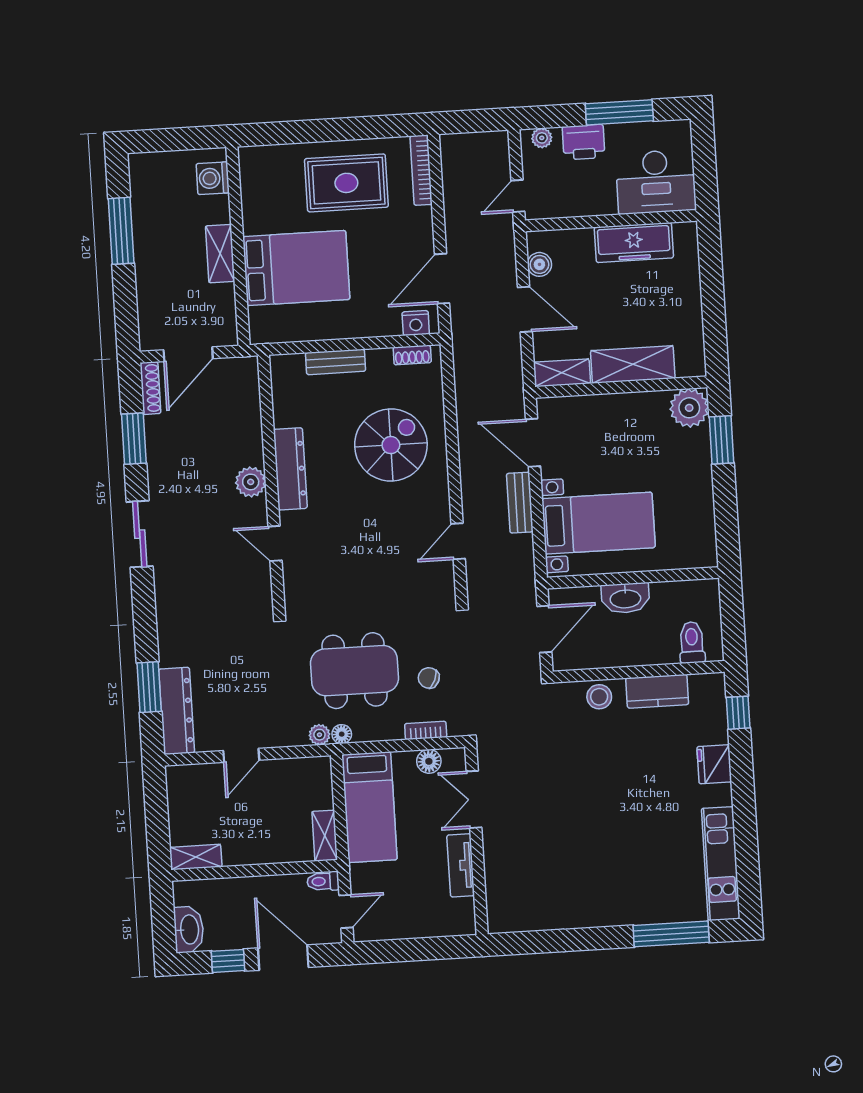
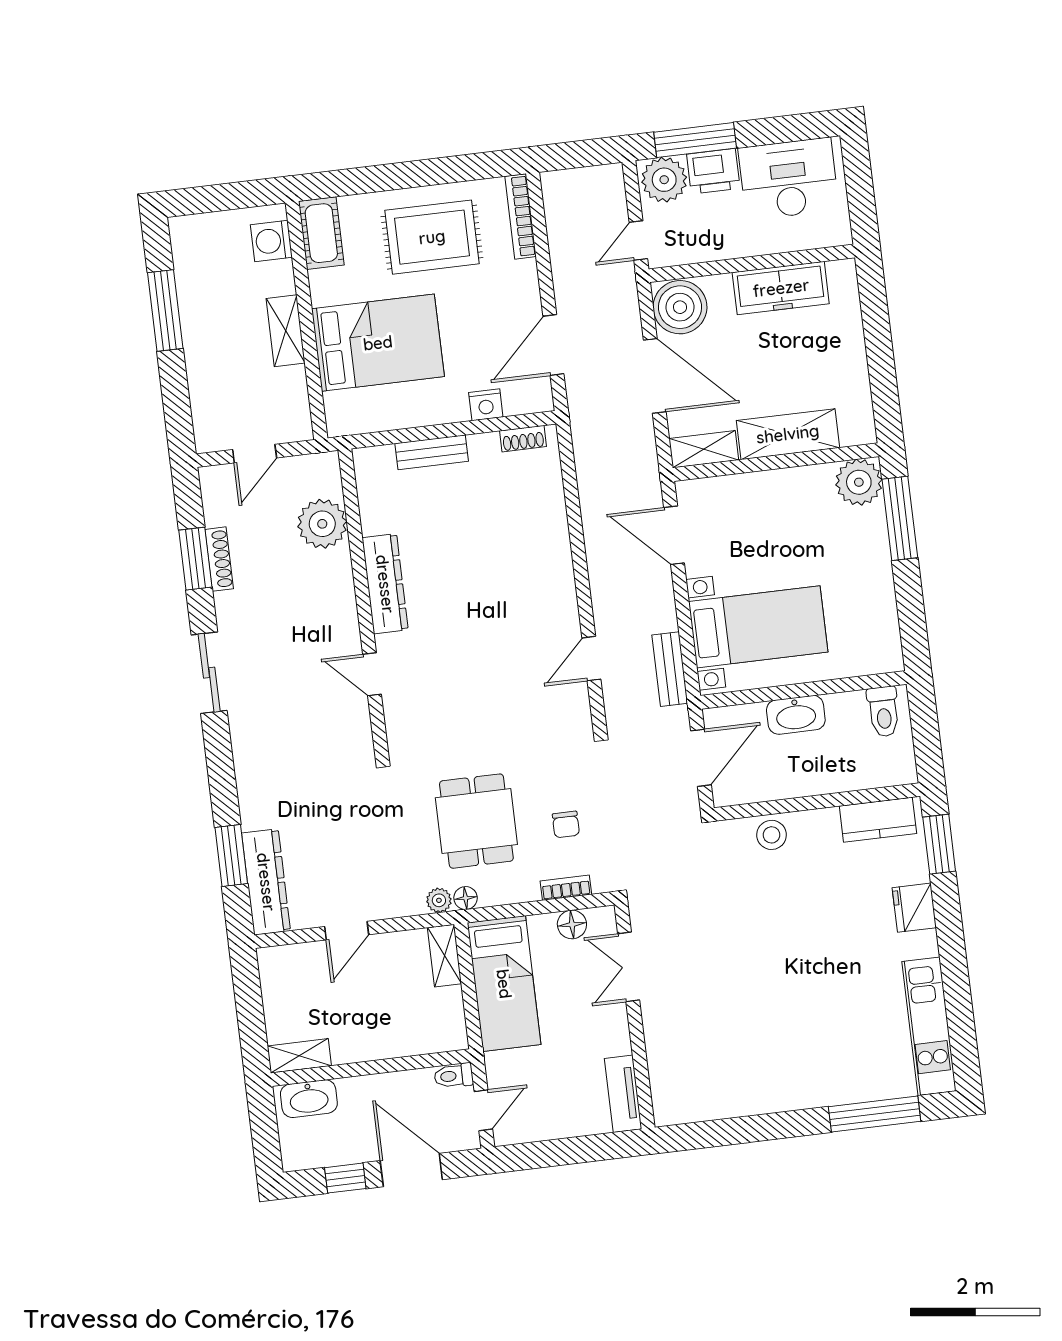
window: (619, 112) -> (695, 140), moved
plant: (542, 138) -> (664, 180), width x1.88, depth x1.88
cot: (255, 174) -> (321, 233), added
desk: (656, 182) -> (789, 179), moved, turned 180
boiler: (539, 264) -> (680, 307), width x1.86, depth x1.86
door: (525, 309) -> (655, 376), width x1.36
nightstand: (416, 323) -> (486, 405), moved
door: (188, 354) -> (255, 454), width x0.73
shoe rack: (150, 388) -> (219, 559), moved
window: (721, 440) -> (900, 518), width x1.44
spiral stairs: (391, 445) -> (504, 548), removed
plant: (251, 482) -> (322, 524), moved, width x1.36, depth x1.36
bench: (520, 503) -> (670, 669), moved
toilet: (692, 642) -> (883, 712), moved, turned 180
dining table: (355, 671) -> (476, 821), width x0.73
chair: (429, 678) -> (566, 824), turned -113
kitchen counter: (657, 691) -> (878, 820), moved
window: (738, 713) -> (939, 844), width x1.50
shelving: (325, 836) -> (444, 956), moved
tv unit: (461, 865) -> (623, 1094), moved
washbasin: (189, 930) -> (309, 1099), moved, turned 90

